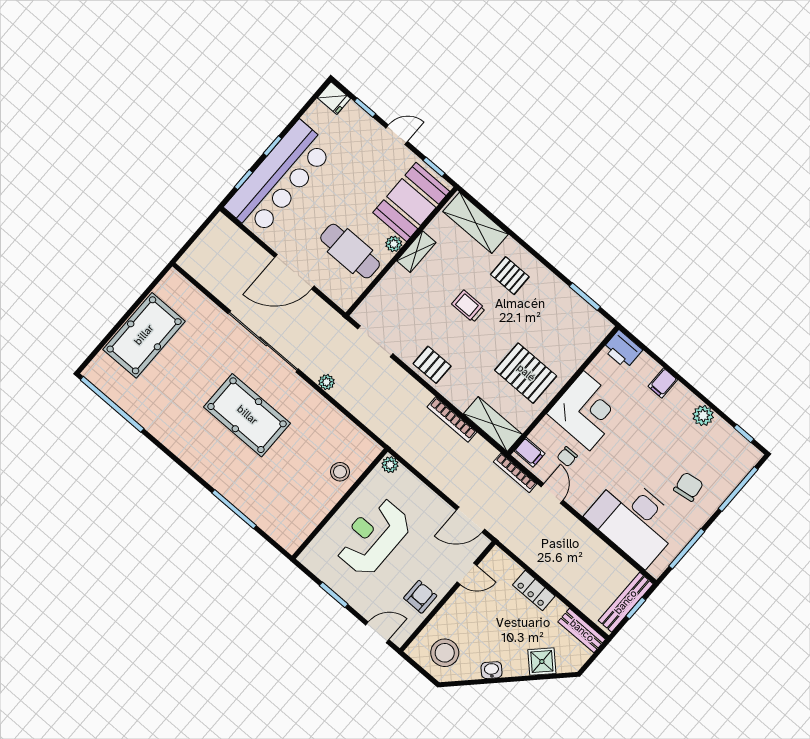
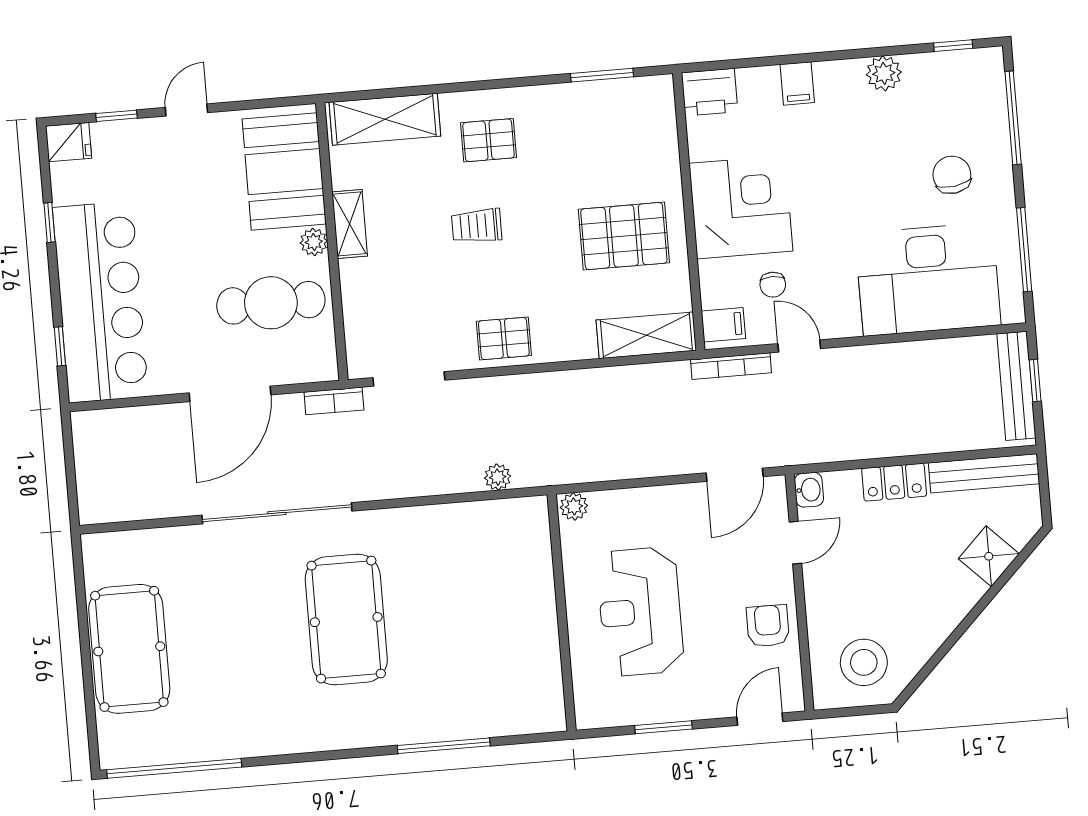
window: (273, 146) -> (49, 222), moved
window: (434, 167) -> (269, 103), removed
plant: (327, 382) -> (498, 477), moved
pool table: (247, 415) -> (346, 620), turned 90
bookcase: (452, 420) -> (334, 401), moved, width x0.64
stool: (340, 472) -> (524, 575), removed
bench: (582, 631) -> (984, 473), width x1.36
washbasin: (492, 670) -> (809, 490), moved, turned 135

